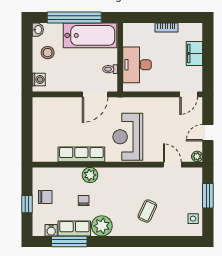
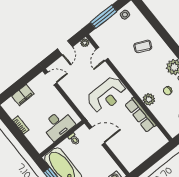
door: (208, 133) -> (65, 48), hinge flipped
window: (208, 196) -> (104, 17), width x1.44

